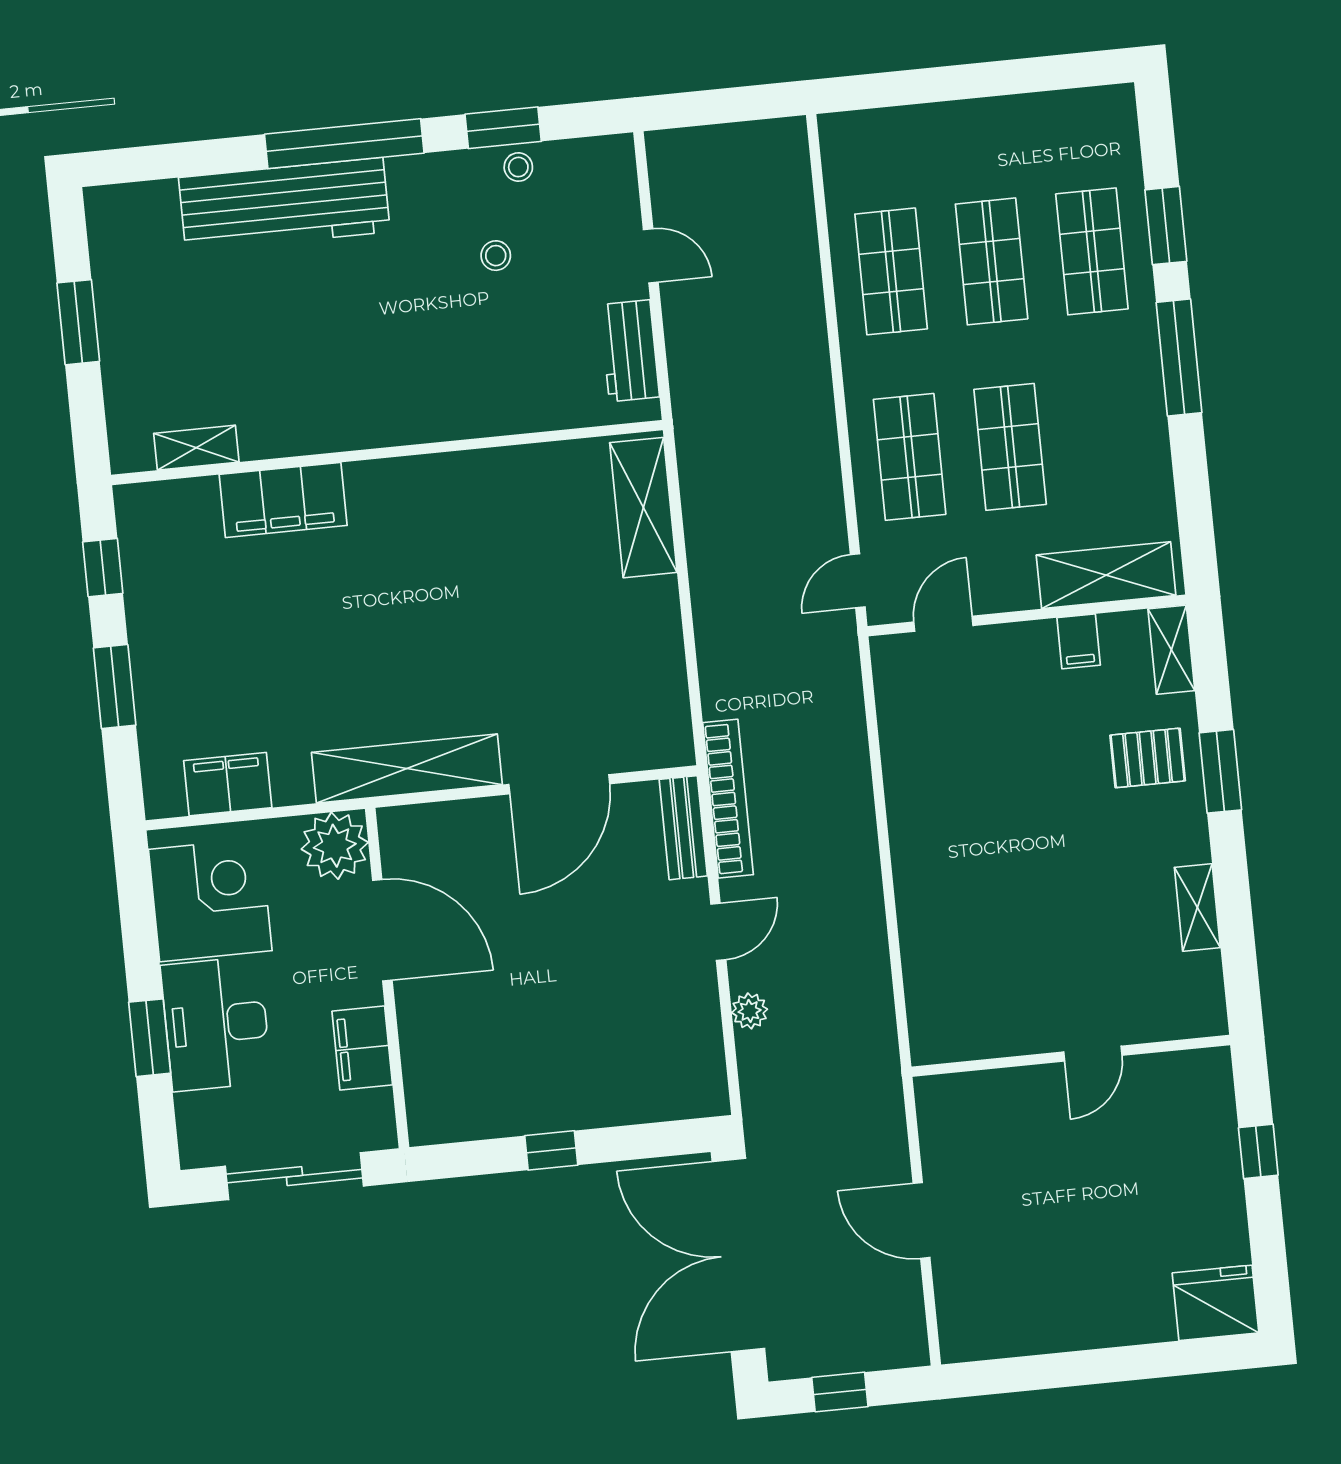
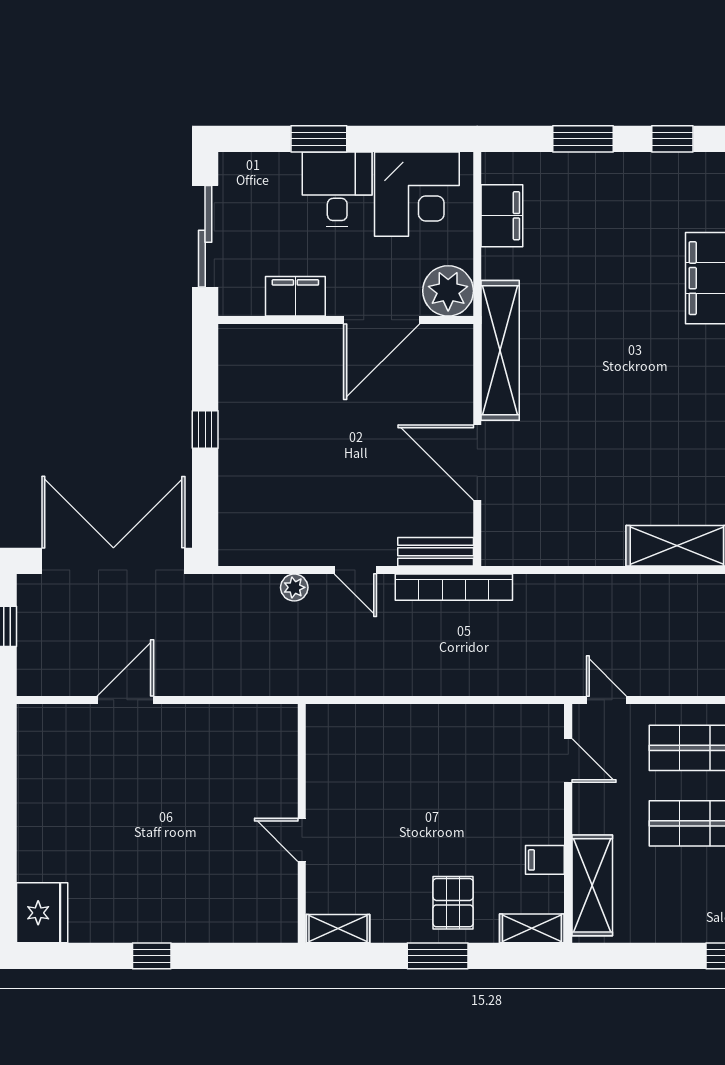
desk: (216, 1024) -> (337, 189), width x0.73
door: (1093, 1054) -> (302, 840), moved
wall: (1071, 1056) -> (302, 823), moved

